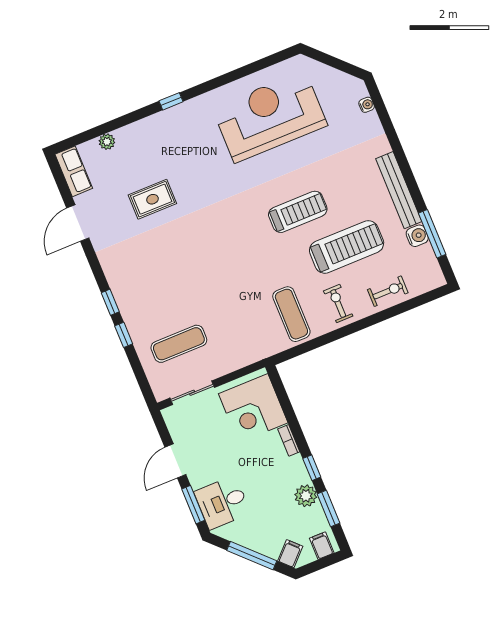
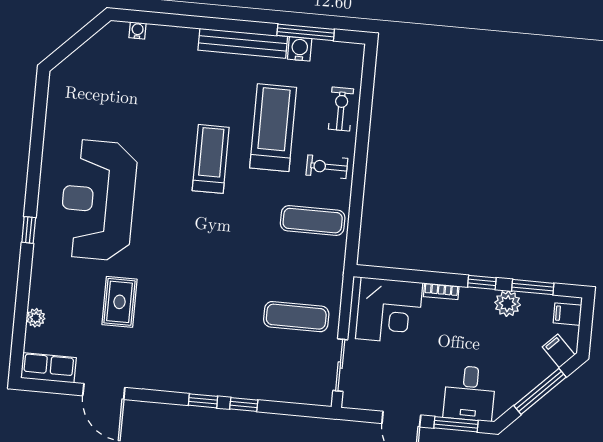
reception desk: (270, 117) -> (98, 200), moved
exercise mat: (179, 344) -> (296, 317), moved, turned 90

